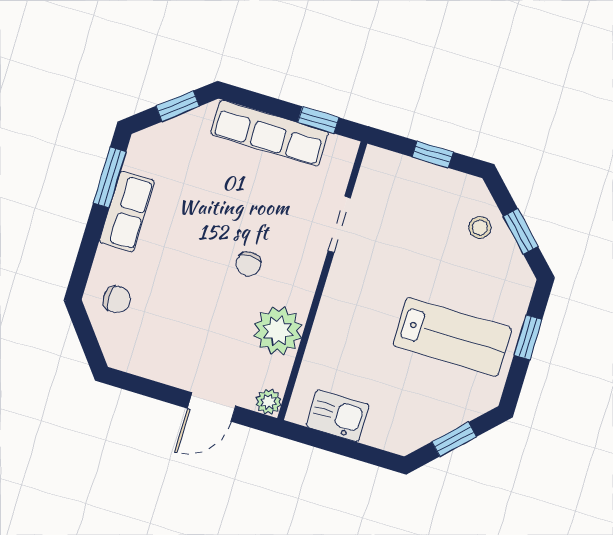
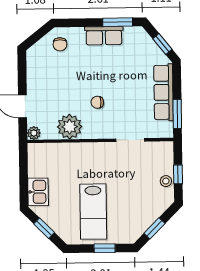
window: (318, 120) -> (177, 114), width x1.50
stool: (480, 227) -> (166, 181), moved
kitchen sink: (338, 416) -> (38, 192), moved

